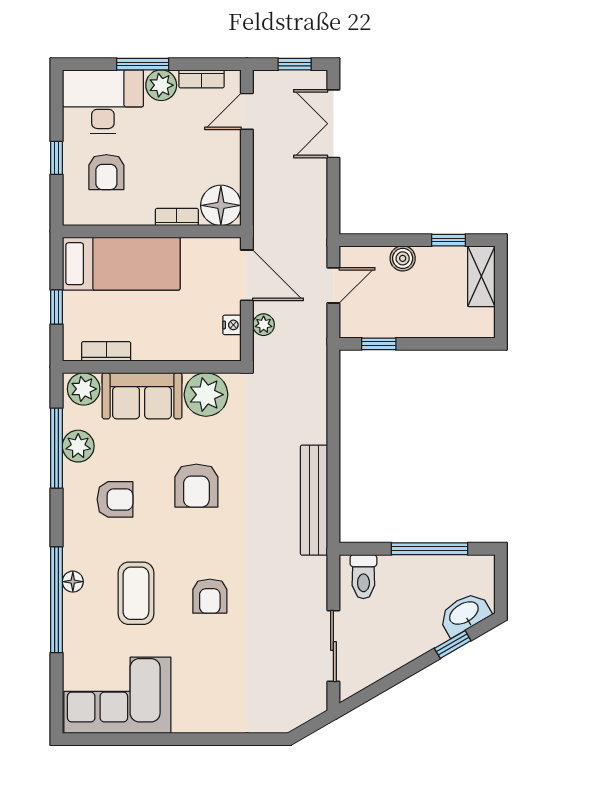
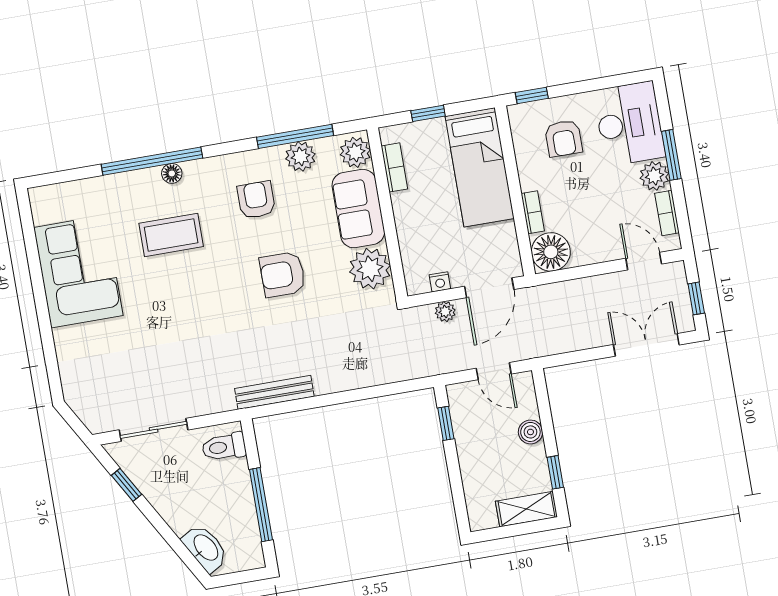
window: (57, 158) -> (532, 95), moved
armchair: (106, 172) -> (564, 138), turned -90
armchair: (115, 499) -> (256, 200), turned 180
bench: (314, 500) -> (274, 392), width x0.73, depth x0.82
armchair: (210, 596) -> (180, 305), removed
window: (453, 644) -> (127, 485), moved
corner sofa: (117, 695) -> (78, 271), moved

